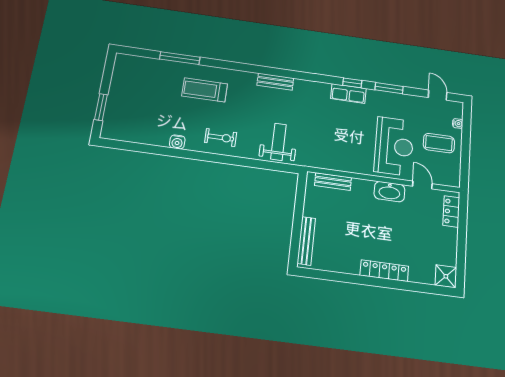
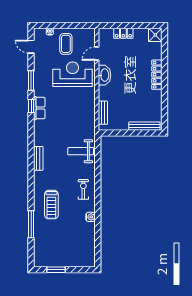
door: (438, 95) -> (31, 47), hinge flipped
window: (101, 107) -> (56, 270), moved
locker: (451, 212) -> (123, 33), moved

